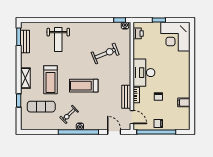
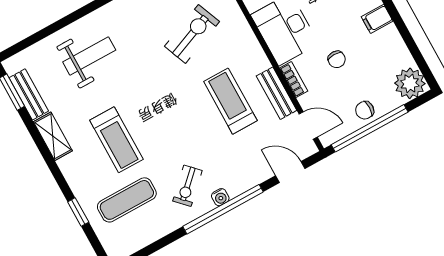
weight bench: (58, 39) -> (89, 56), turned -90
shelving: (25, 78) -> (53, 136), moved
treadmill: (84, 86) -> (230, 101), moved, turned 90
filing cabinet: (184, 102) -> (377, 19), moved
plant: (183, 123) -> (410, 83), added

